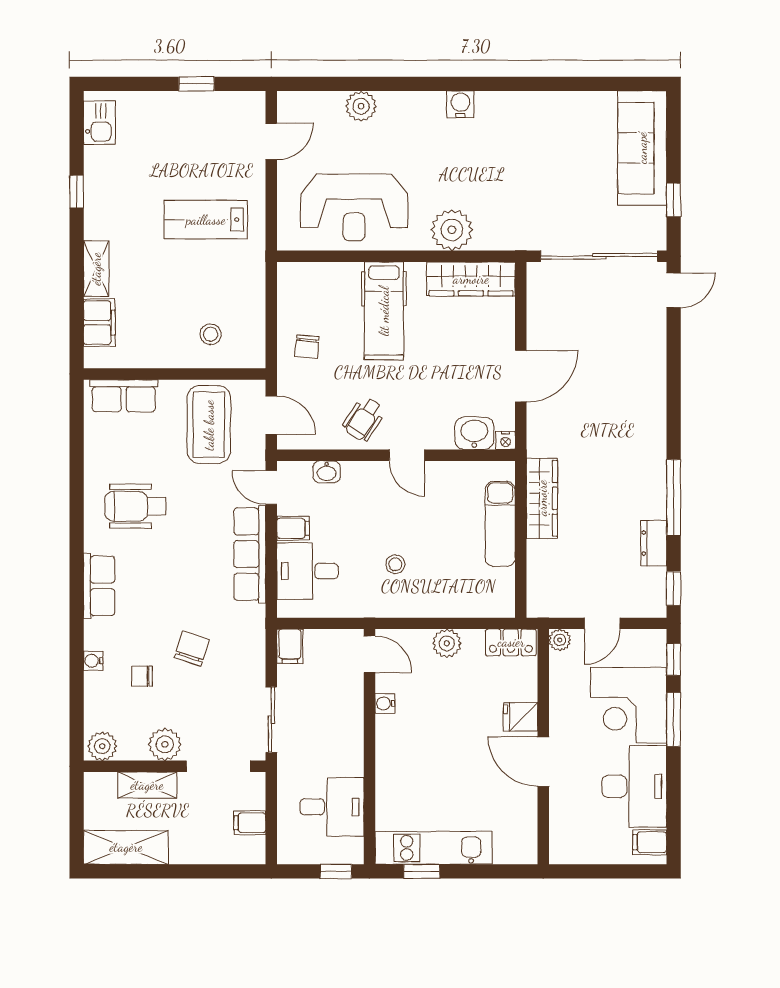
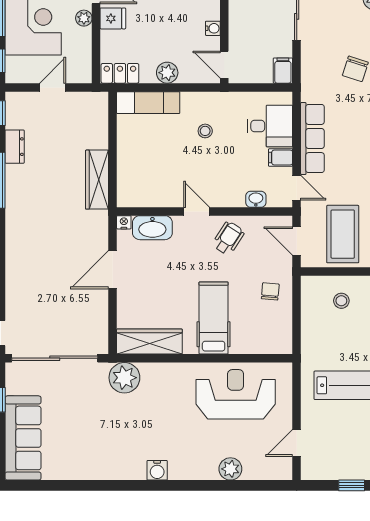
plant: (452, 230) -> (124, 378), moved
washbasin: (474, 433) -> (152, 228), width x1.38
exam couch: (500, 524) -> (148, 103), moved, turned 90
plant: (560, 640) -> (84, 18), moved

